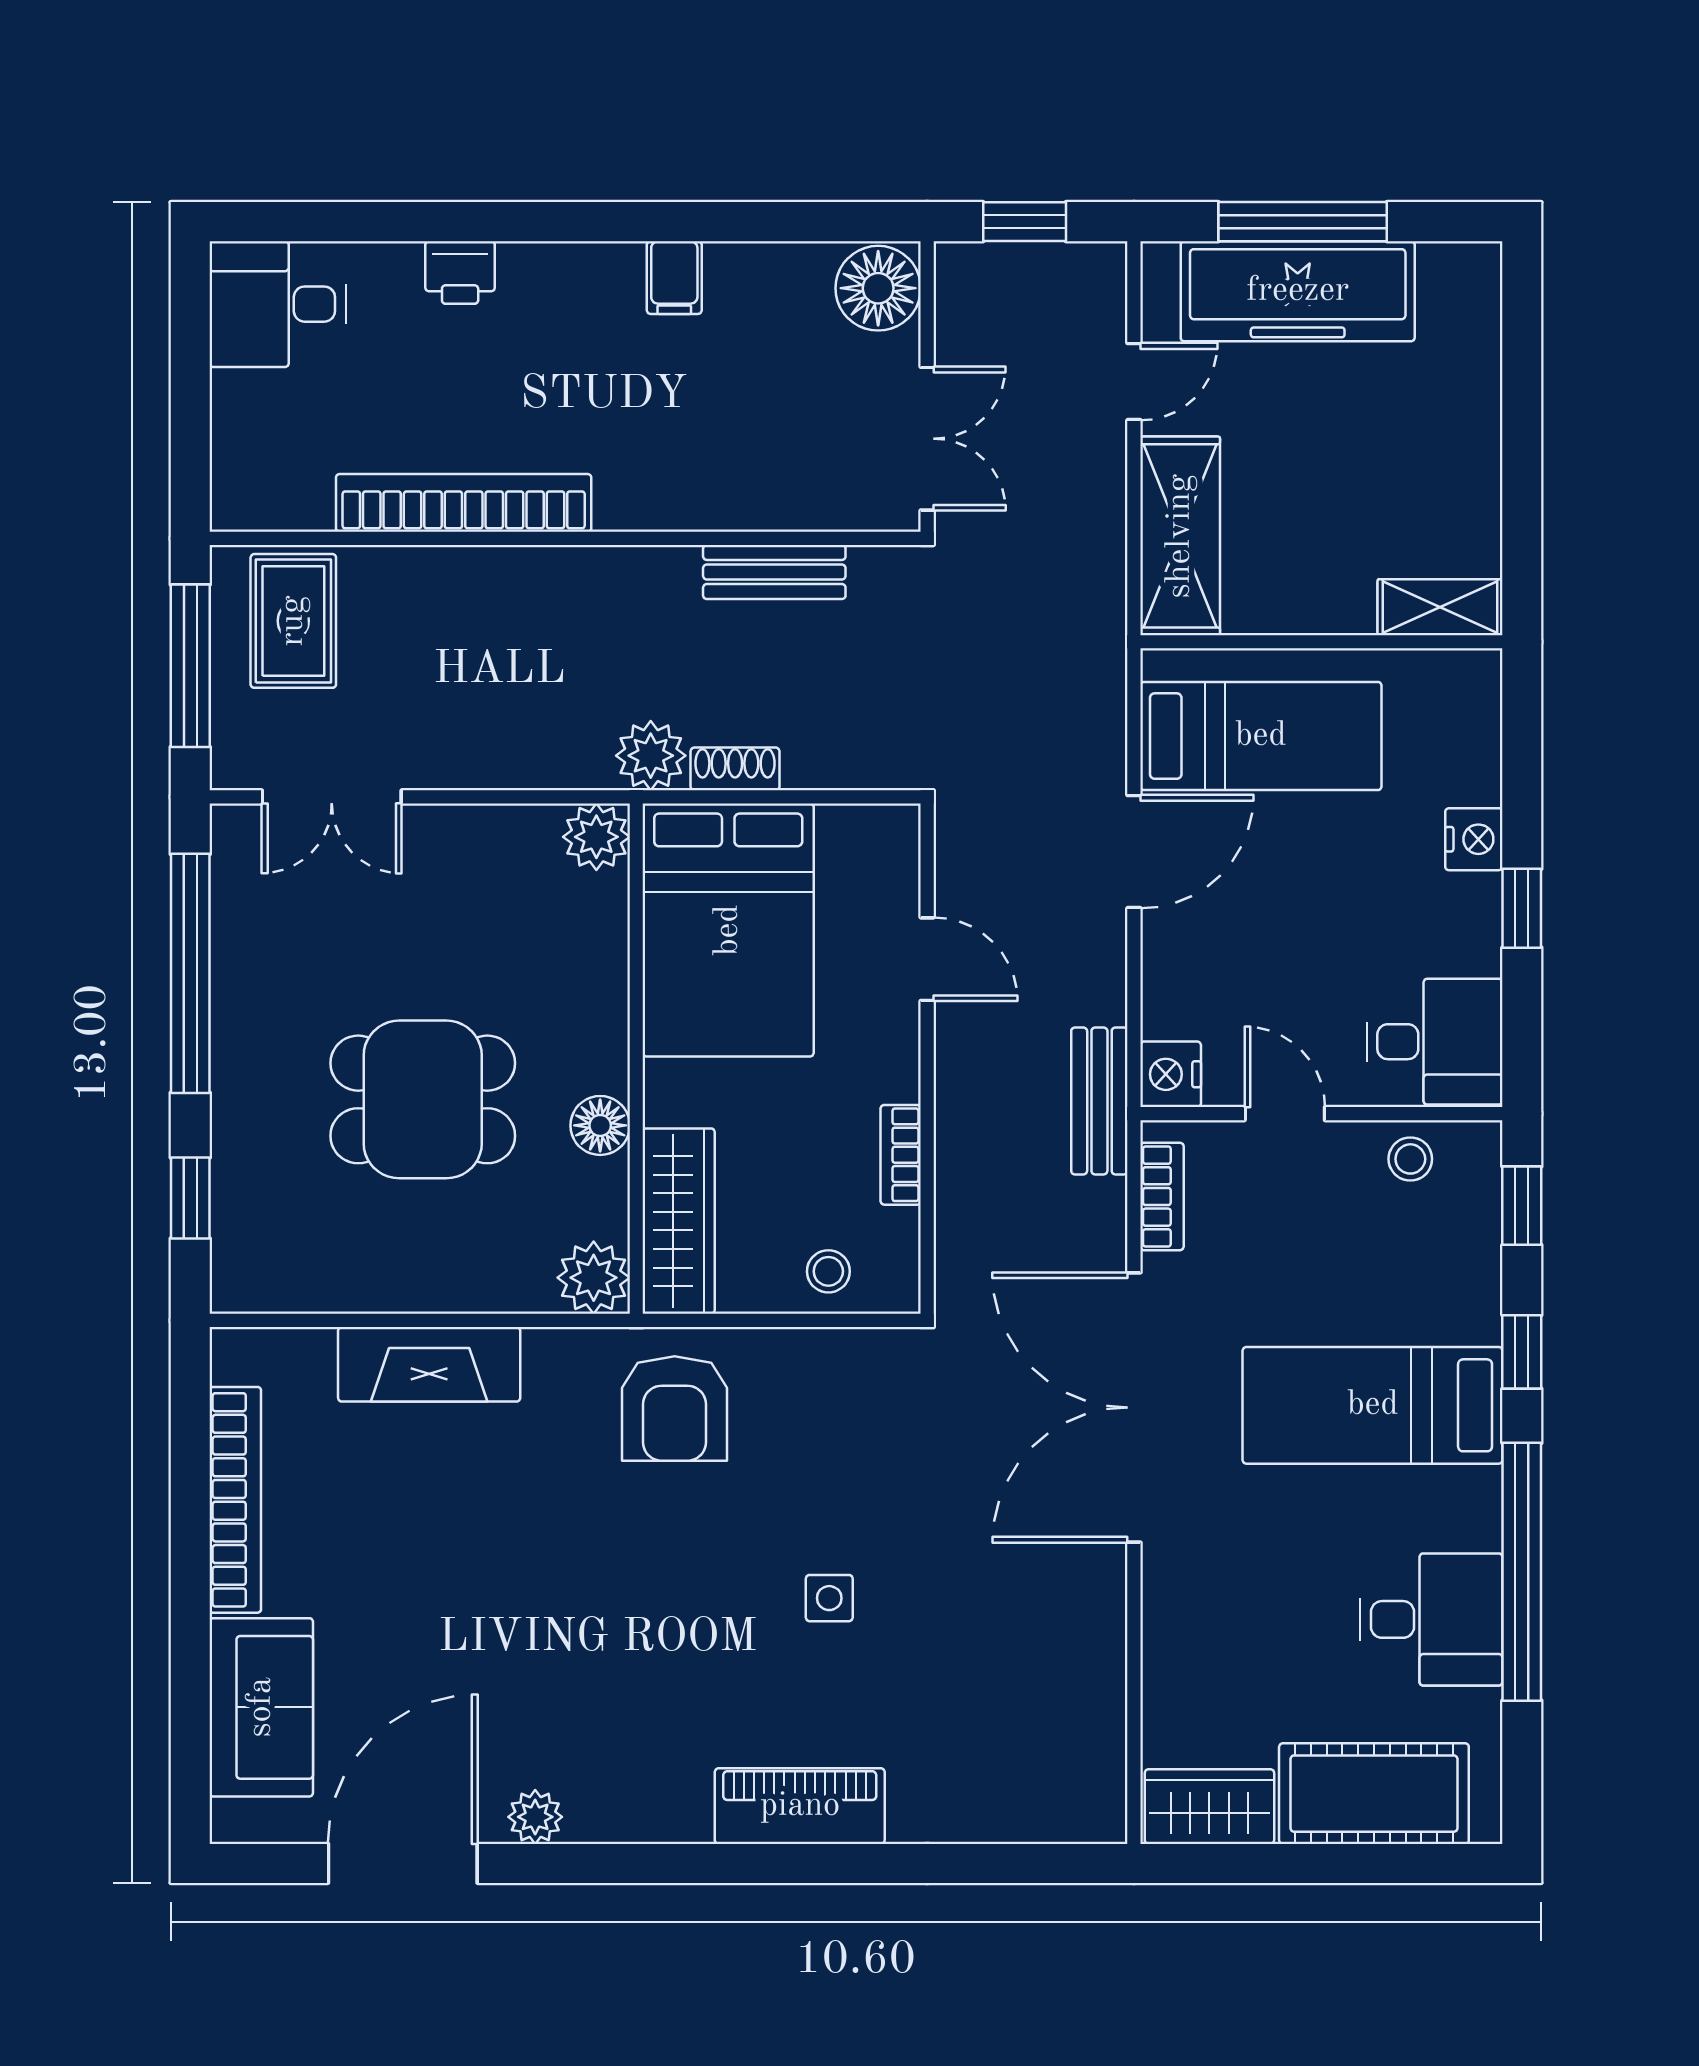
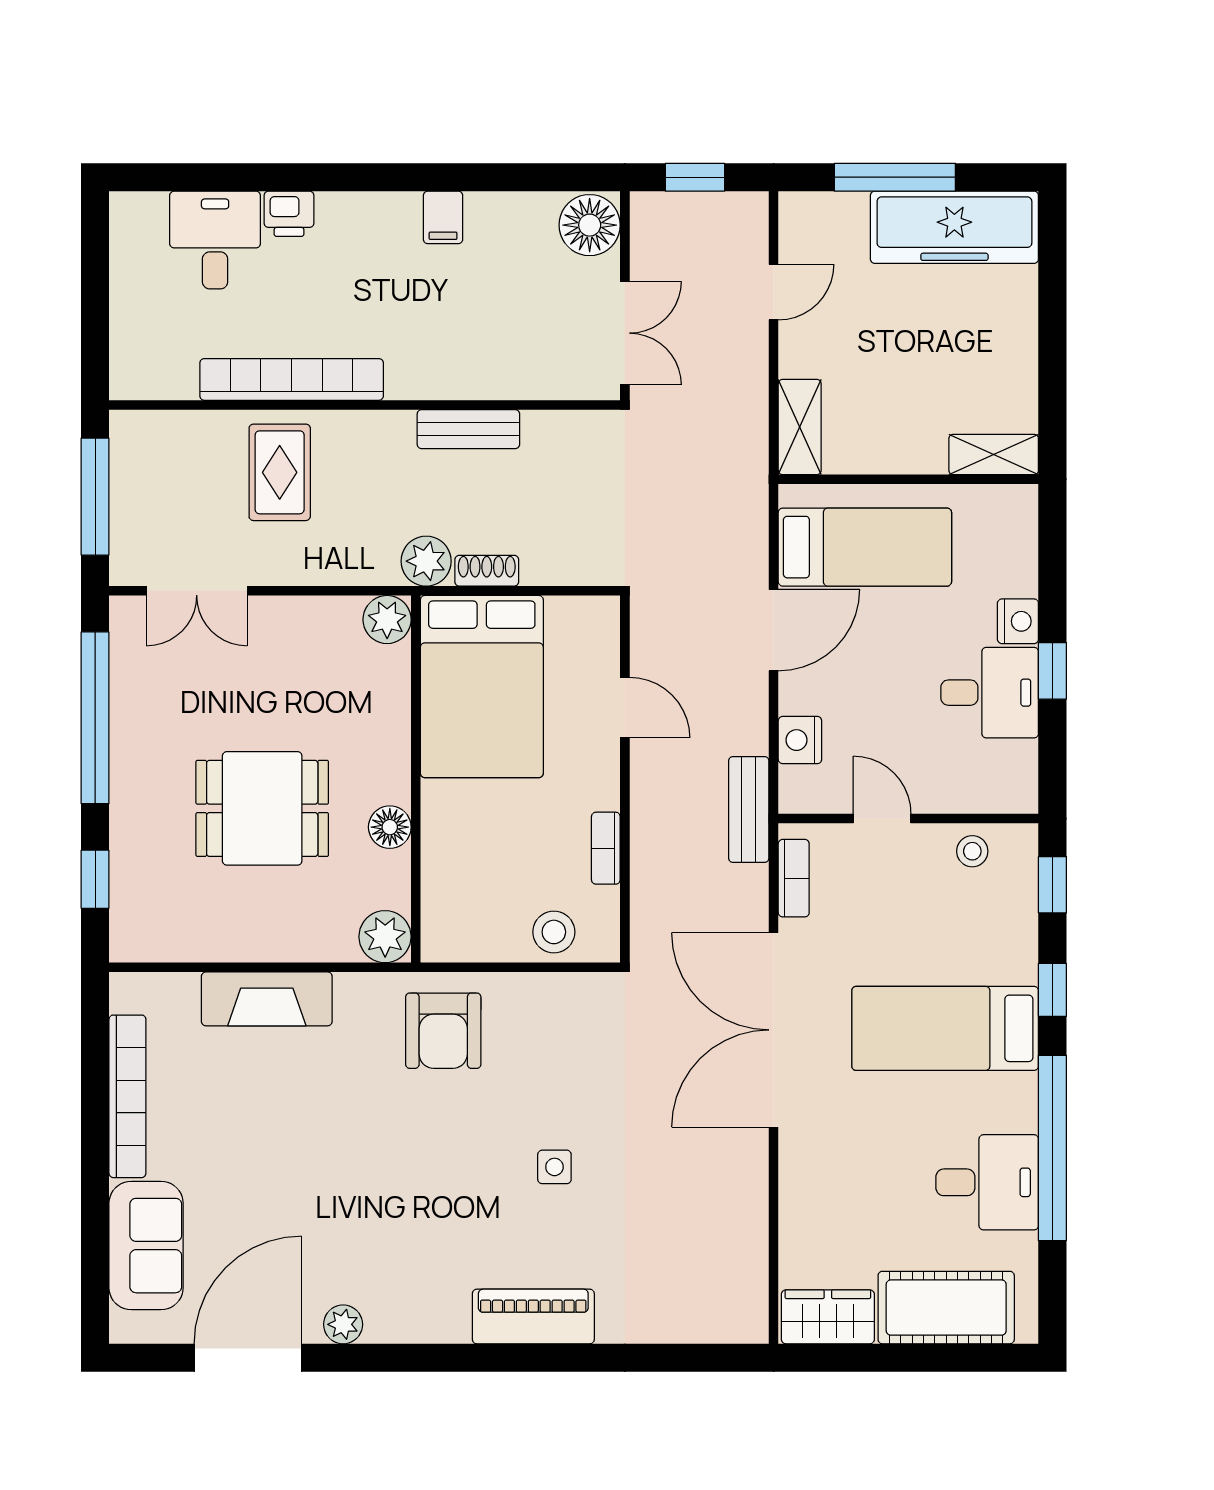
freezer: (1298, 291) -> (954, 227), moved
desk: (278, 304) -> (215, 240), moved, turned 90
shelving: (1180, 536) -> (800, 427), width x0.67, depth x0.75
bench: (774, 572) -> (468, 429), moved
rug: (293, 621) -> (280, 472), moved
desk: (1434, 1042) -> (990, 693), moved
nightstand: (1171, 1074) -> (800, 740), moved
wardrobe: (679, 1221) -> (446, 896), removed
stool: (828, 1271) -> (554, 932), width x1.37, depth x1.37

